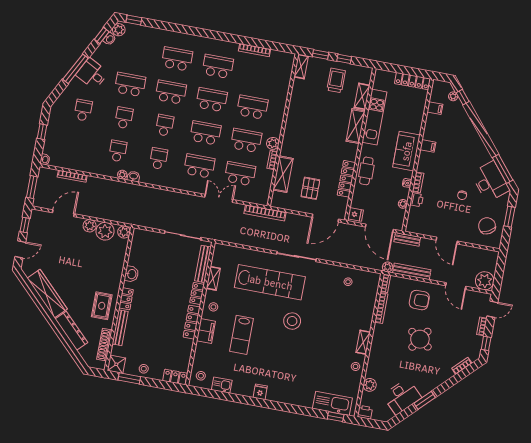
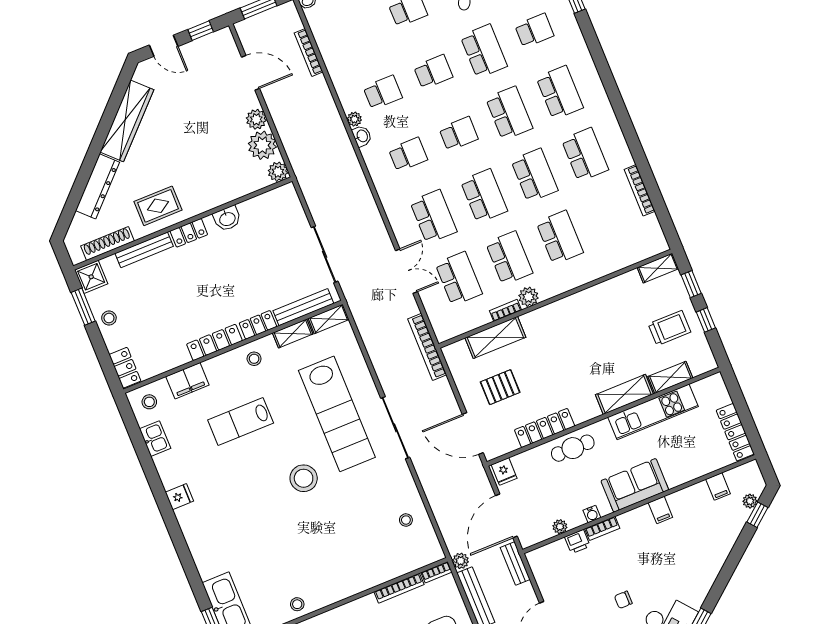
school desk: (136, 51) -> (534, 30), added
filing cabinet: (206, 331) -> (187, 381), moved
shelving: (363, 342) -> (329, 319), moved

